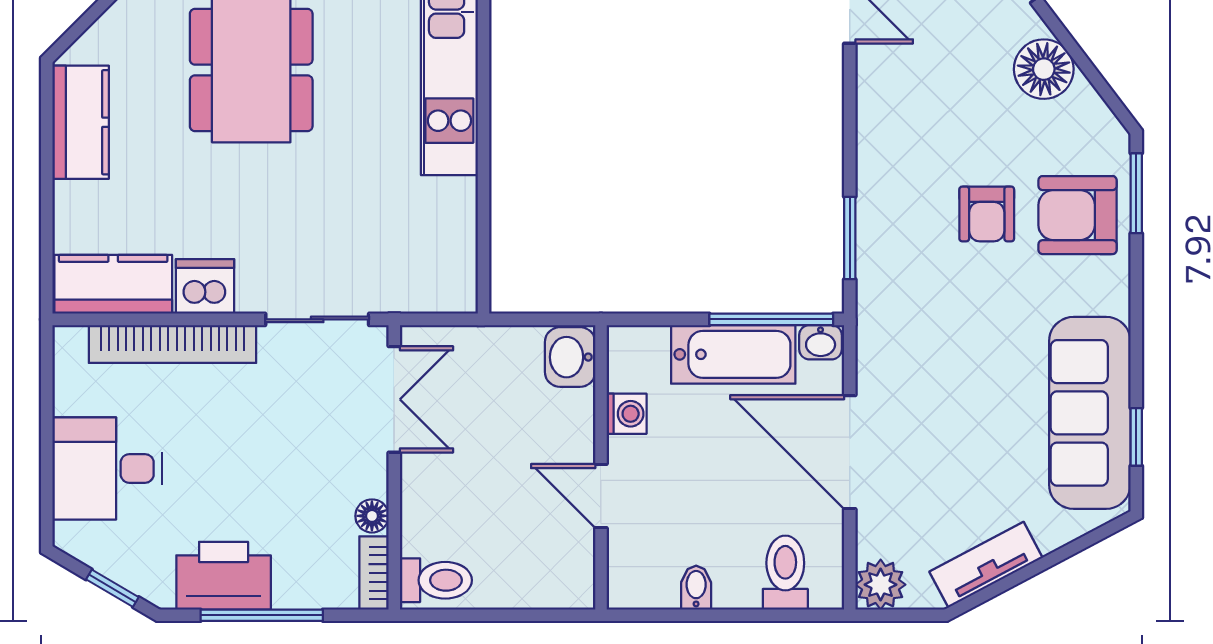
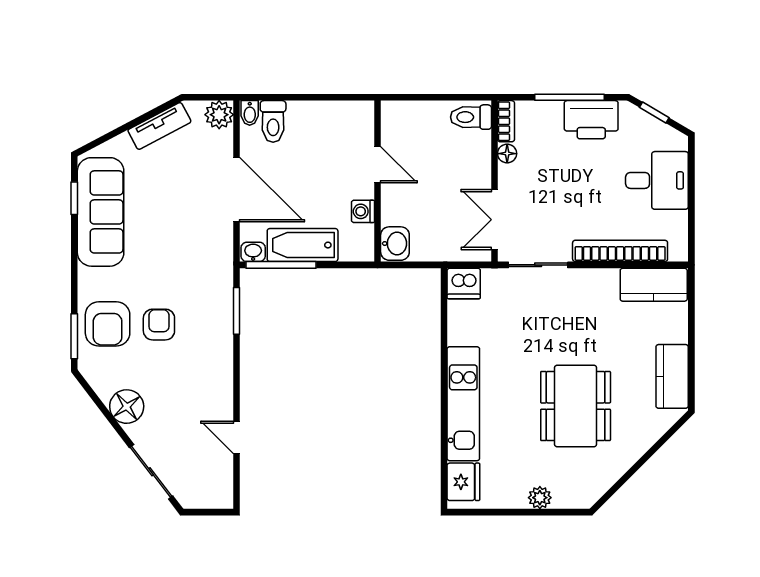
armchair: (1078, 215) -> (108, 324), turned 90
dishwasher: (205, 286) -> (464, 283), moved
bidet: (696, 588) -> (250, 113), moved

